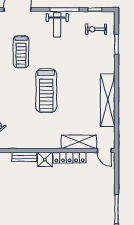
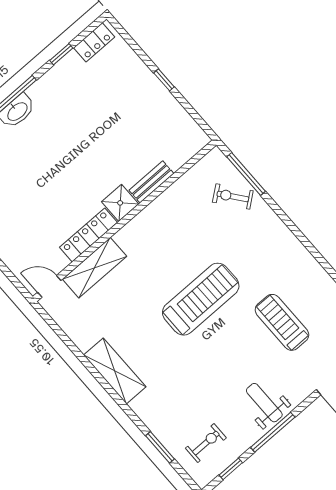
treadmill: (46, 91) -> (201, 299), turned 90
shelving: (108, 100) -> (115, 371), width x0.68

